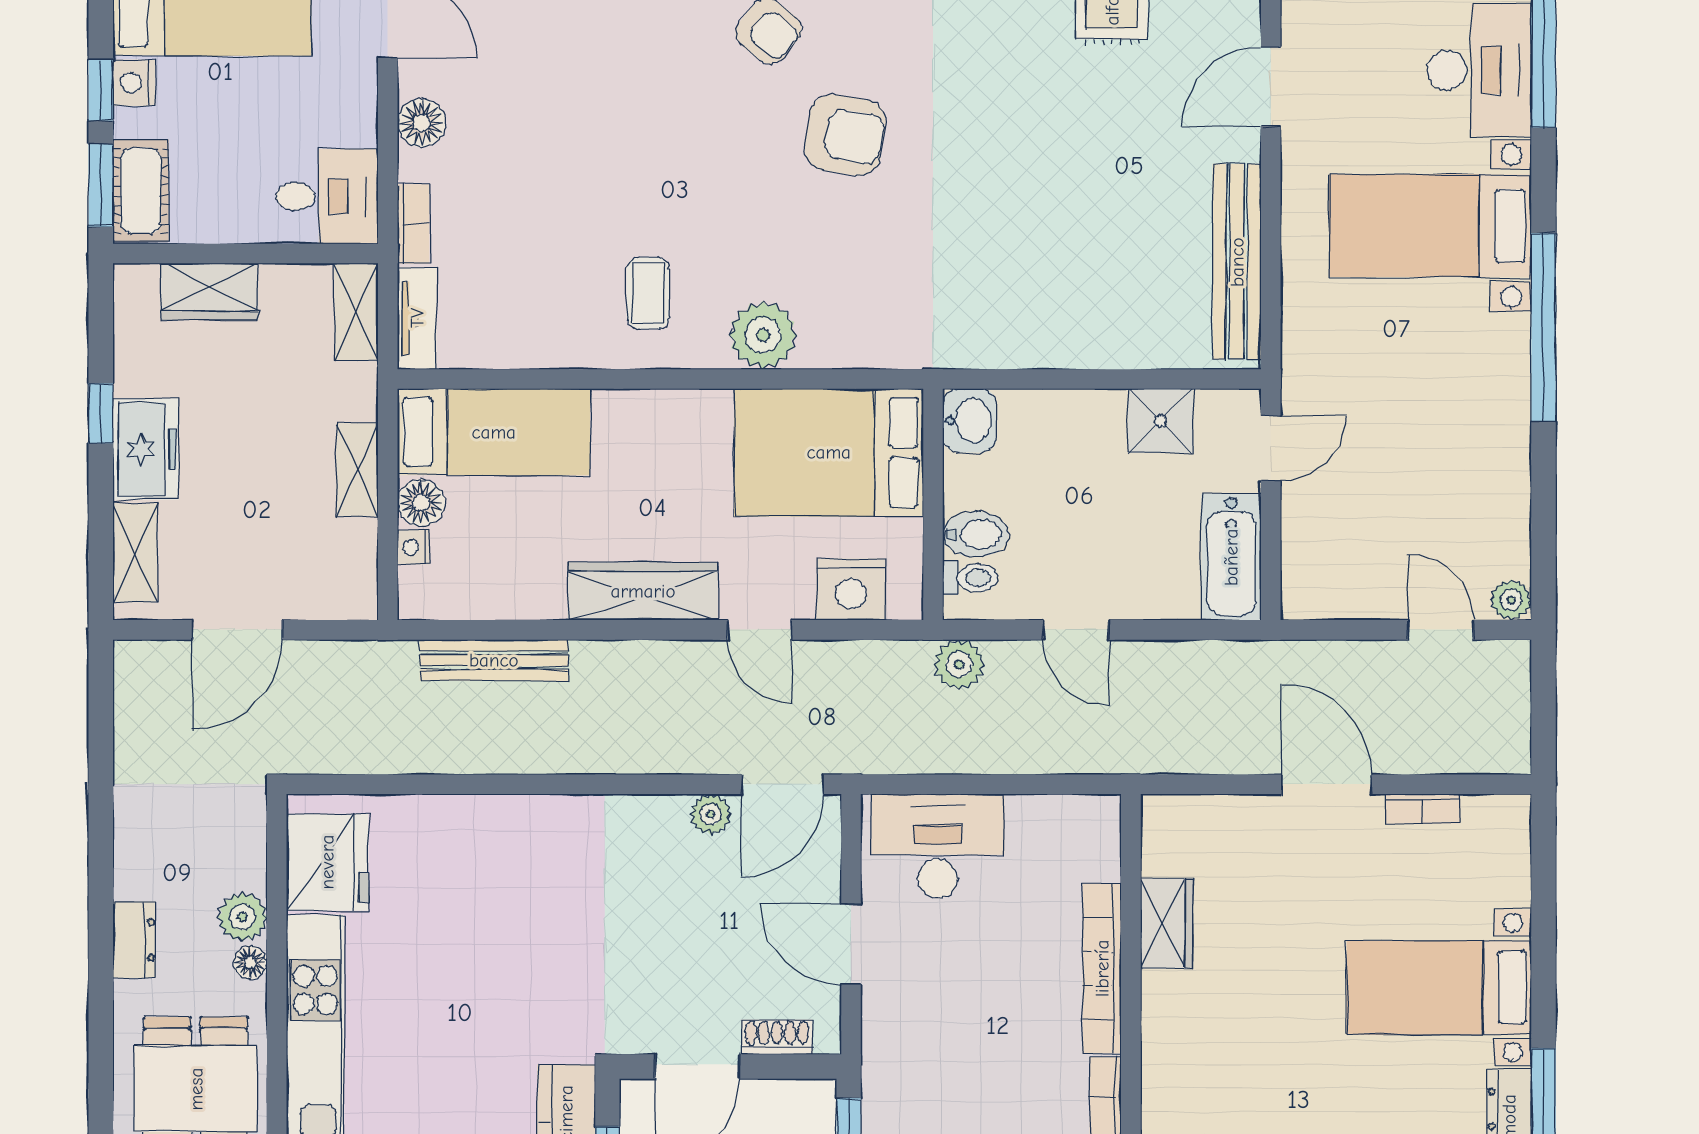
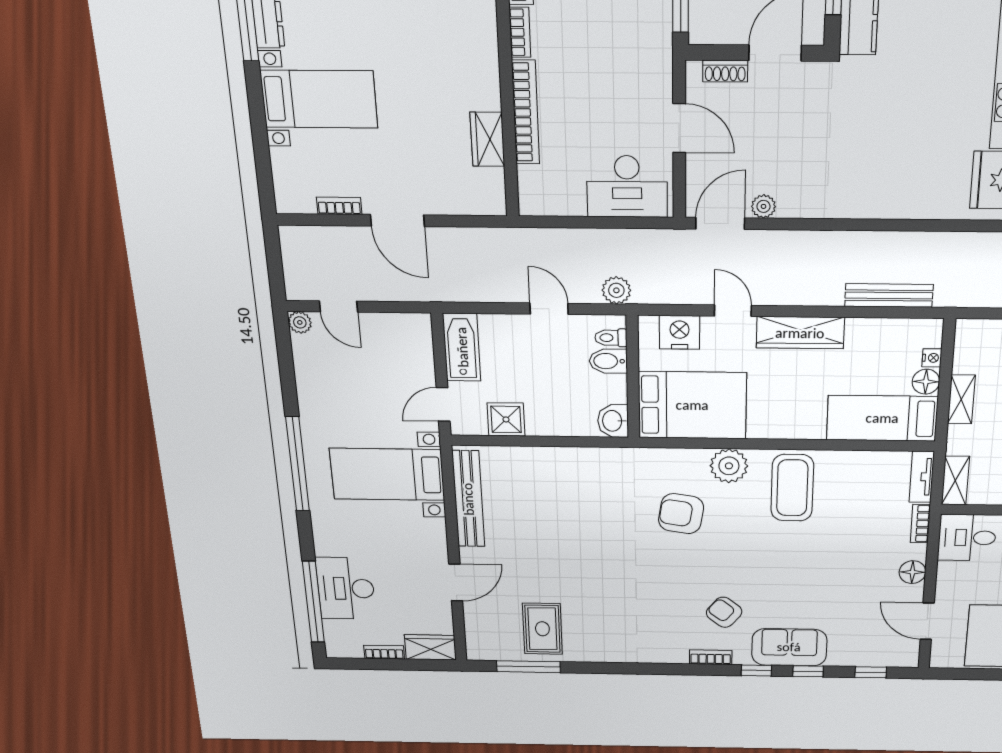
armchair: (845, 135) -> (681, 514), moved
bed with nightstands: (1430, 226) -> (387, 474), moved, turned 180
coffee table: (648, 293) -> (792, 488), width x1.86, depth x1.72

